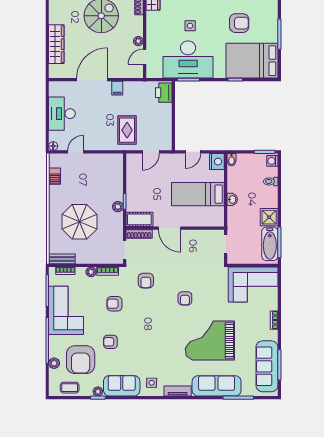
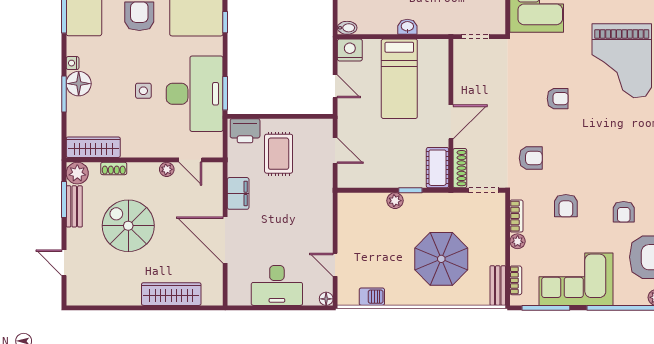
filing cabinet: (117, 88) -> (238, 193), width x2.00
rug: (127, 130) -> (279, 154), moved, turned 90
plant: (118, 207) -> (395, 201), moved

